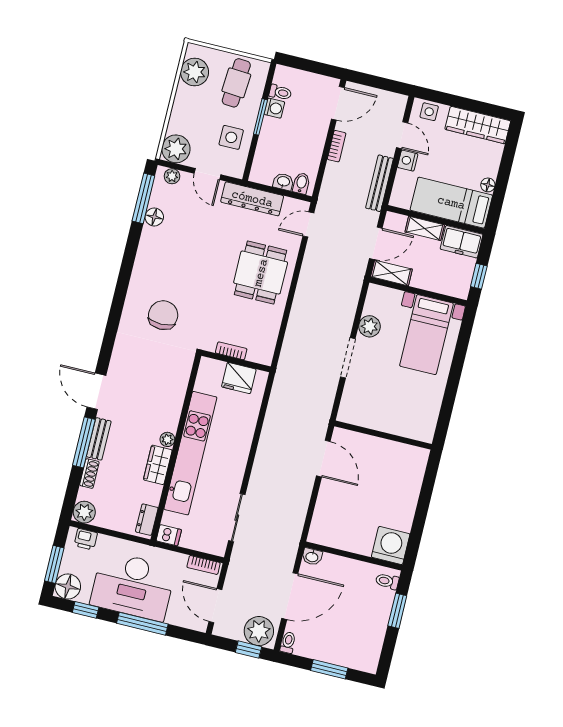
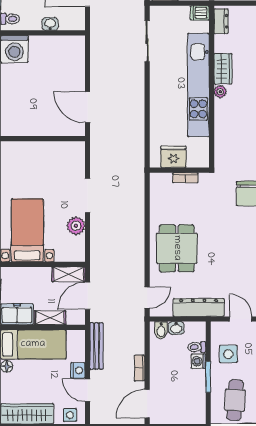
toilet: (280, 92) -> (197, 347), moved
washing machine: (274, 108) -> (198, 361), moved
washbasin: (312, 557) -> (50, 24), moved

